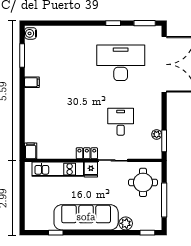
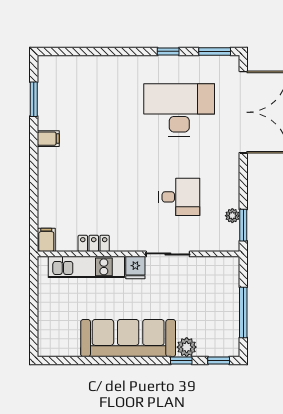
water cooler: (30, 33) -> (46, 66), removed
desk: (121, 122) -> (179, 197), turned 90
locker: (87, 153) -> (94, 243), moved
round table: (143, 182) -> (212, 287), removed
window: (56, 233) -> (181, 361), moved

